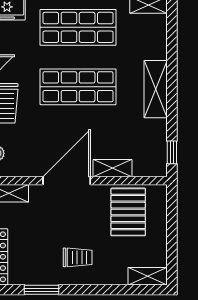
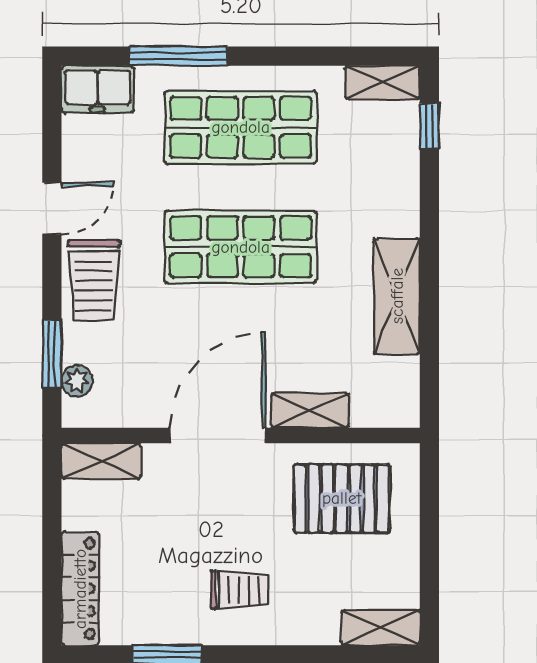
shelving: (156, 89) -> (397, 296), moved
window: (172, 152) -> (429, 126), moved
pallet: (128, 212) -> (342, 498), turned 90

